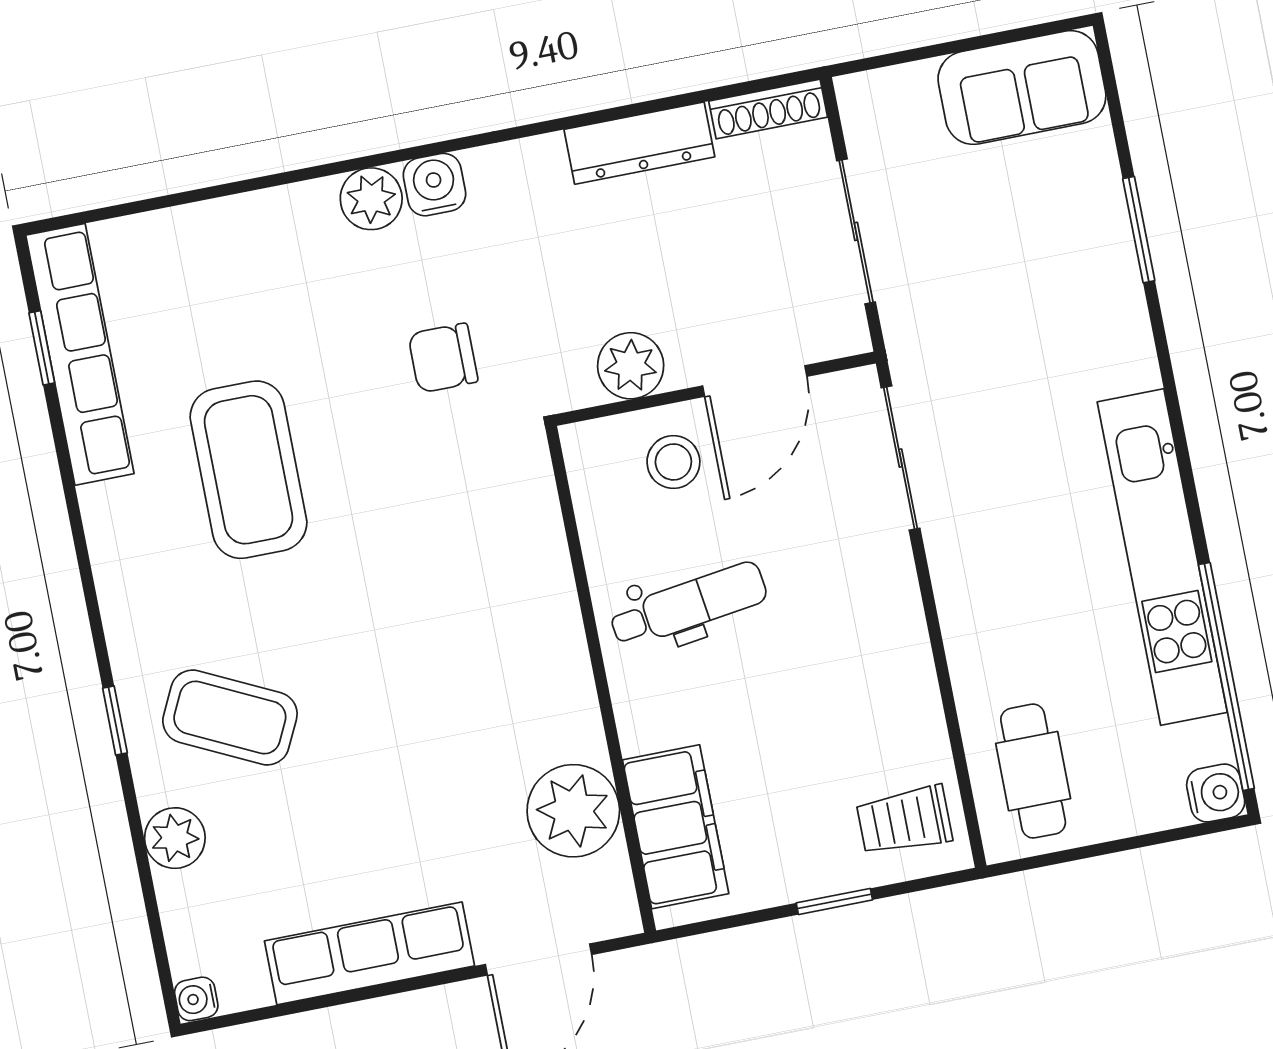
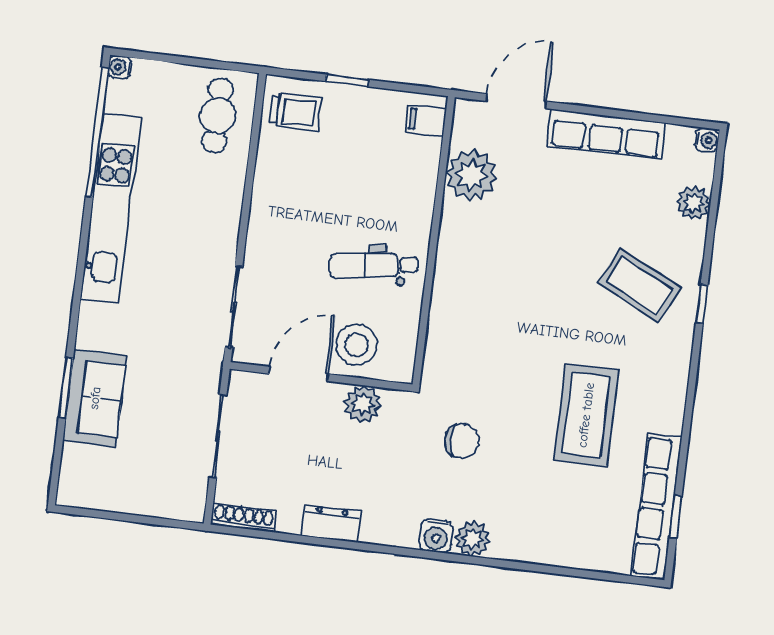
sofa: (1022, 88) -> (95, 398), moved, turned 90
dresser: (639, 143) -> (331, 523), width x0.70
stool: (673, 462) -> (356, 345), width x1.38, depth x1.38
water cooler: (1216, 793) -> (120, 67), width x0.72, depth x0.72
filing cabinet: (676, 827) -> (426, 120), width x0.33, depth x0.86
plant: (175, 838) -> (694, 203), moved

